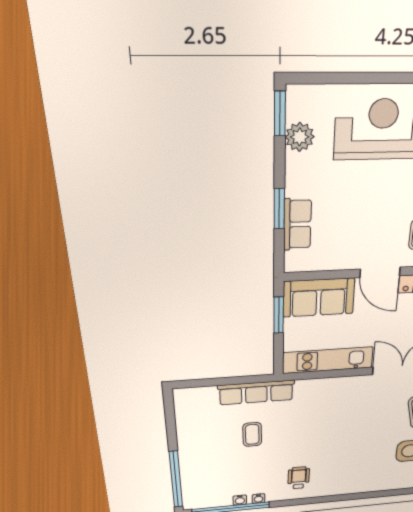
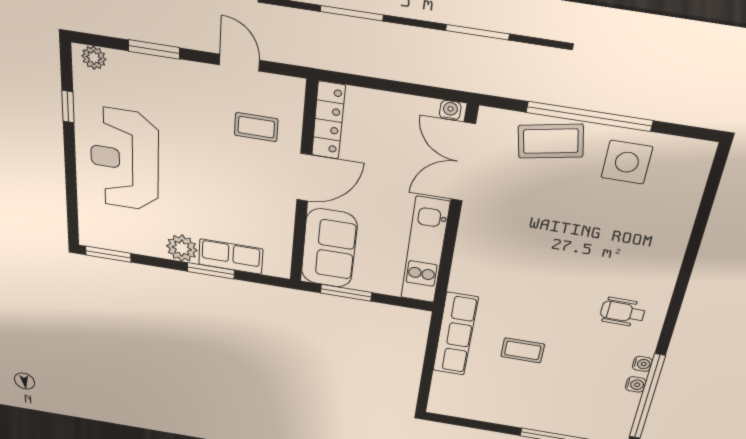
plant: (300, 137) -> (182, 248), moved

